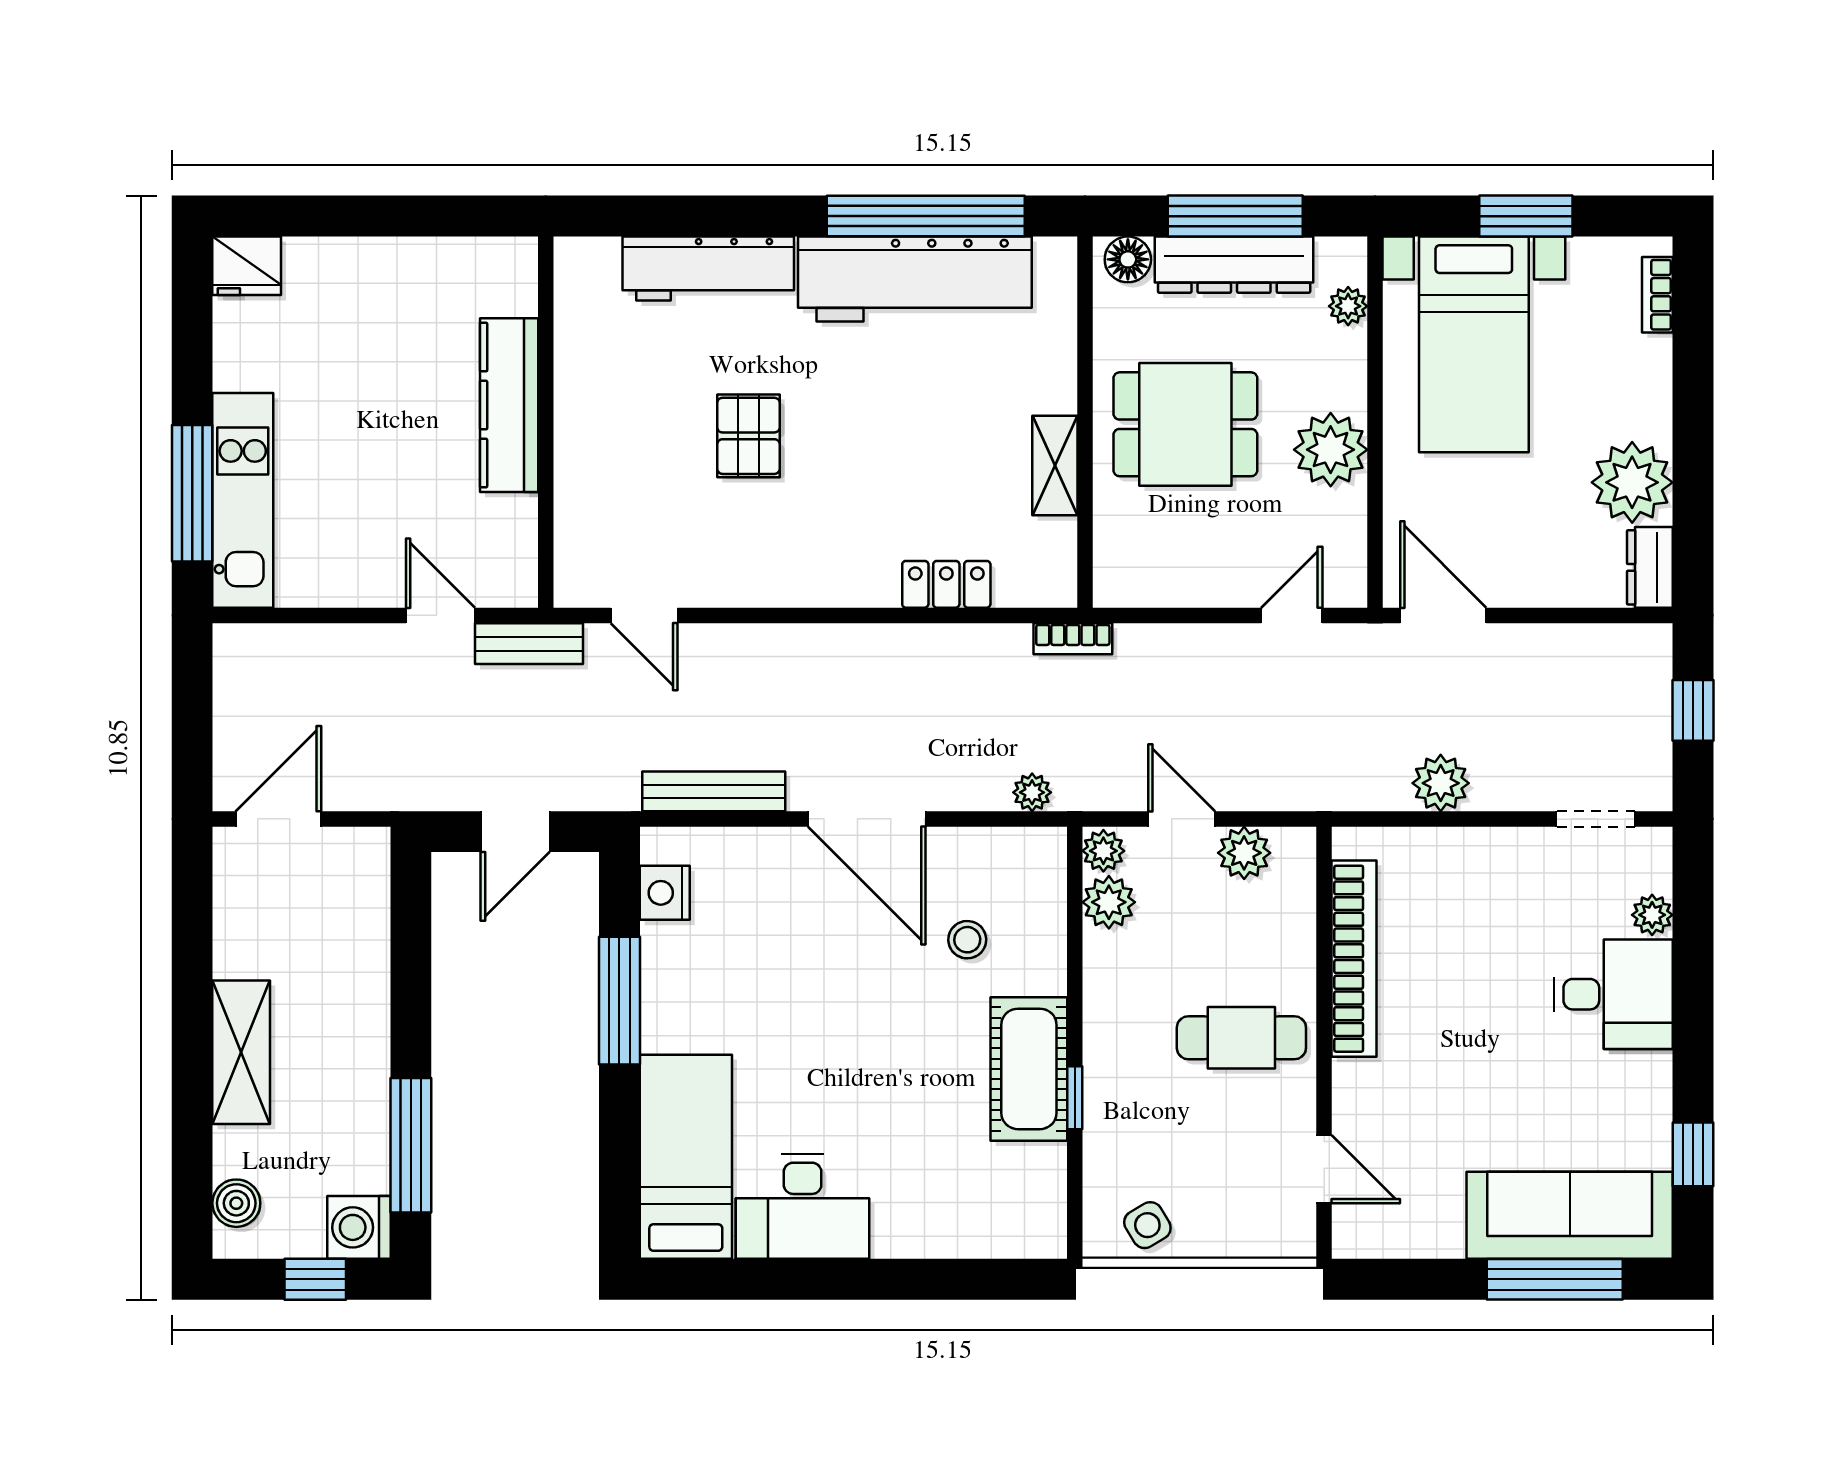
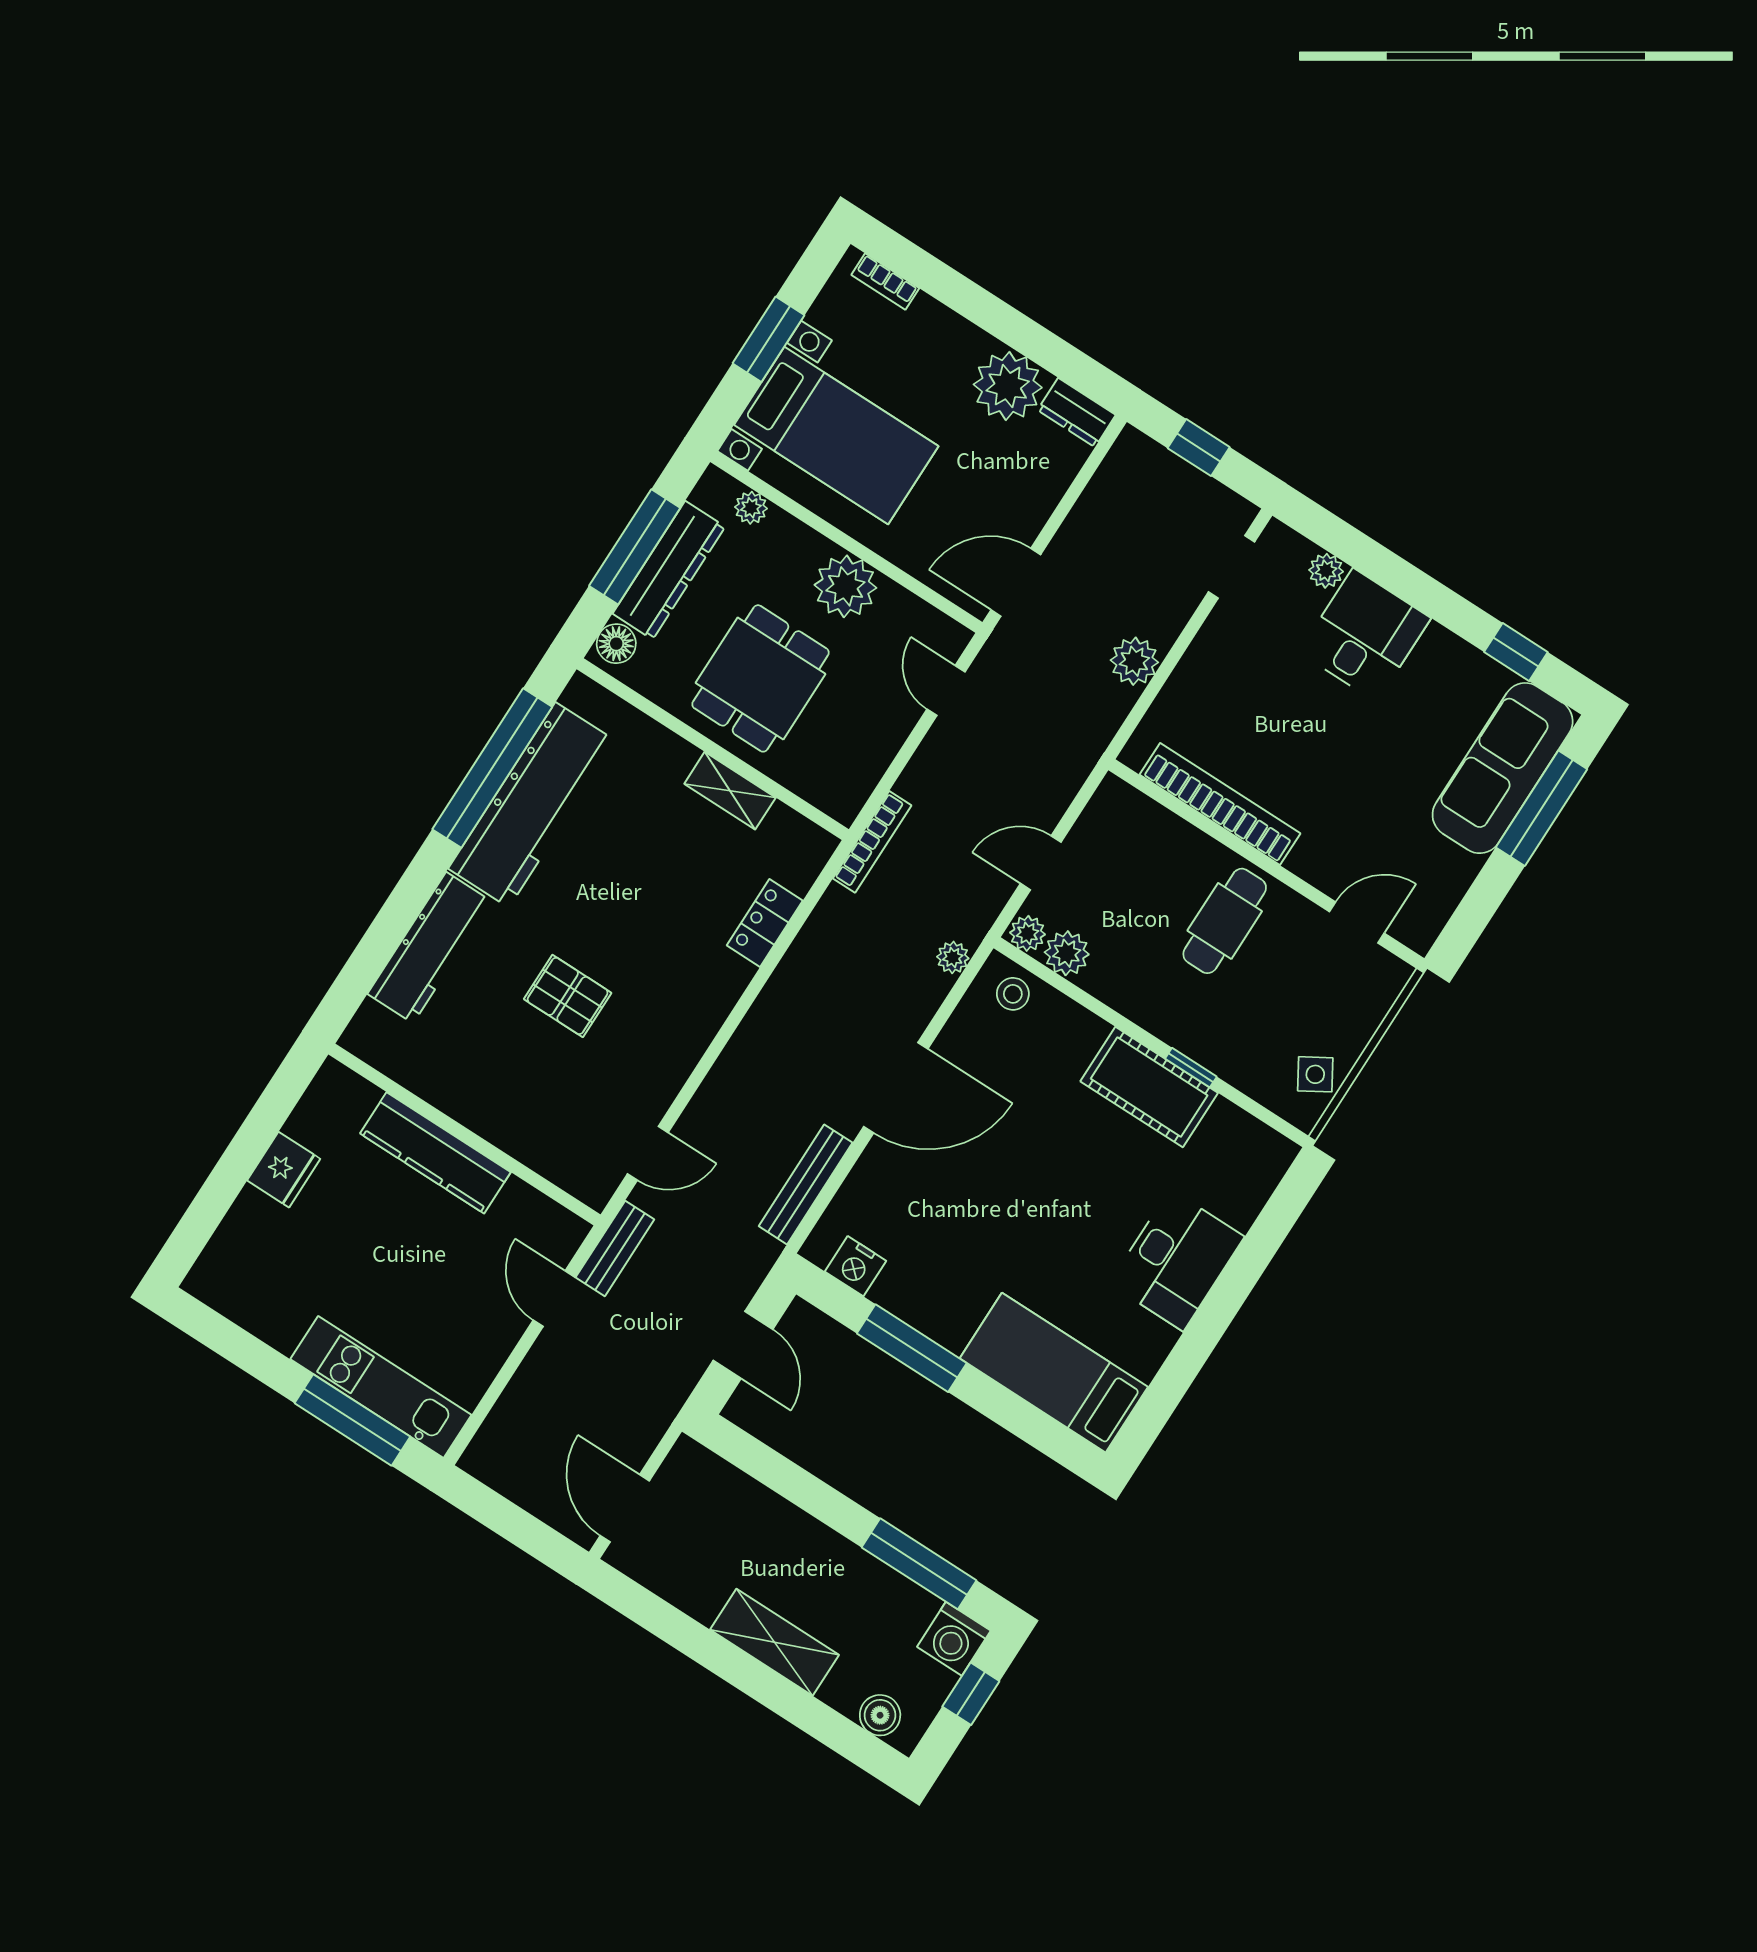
fridge: (247, 266) -> (284, 1170), moved
door: (440, 615) -> (554, 1299), hinge flipped
bookcase: (1073, 639) -> (872, 842), width x1.56
plant: (1244, 853) -> (1094, 834), removed
stool: (967, 940) -> (1013, 994), moved
desk: (803, 1207) -> (1177, 1260), moved

